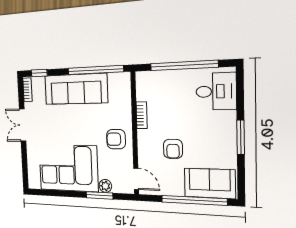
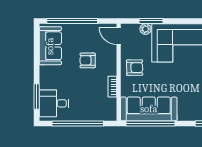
sofa: (76, 89) -> (149, 109), moved
window: (241, 137) -> (37, 96), moved
armchair: (173, 149) -> (88, 60), turned -90
sofa: (210, 183) -> (50, 46), moved, turned -90

